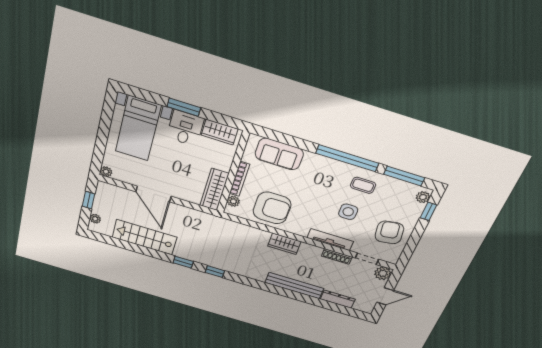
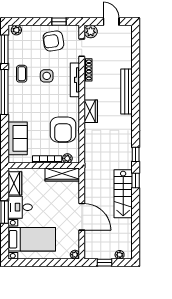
door: (153, 194) -> (82, 217), hinge flipped
armchair: (272, 208) -> (63, 130), turned 180
window: (428, 211) -> (59, 22), moved
stairs: (144, 237) -> (123, 194), moved
dresser: (338, 299) -> (127, 55), removed

